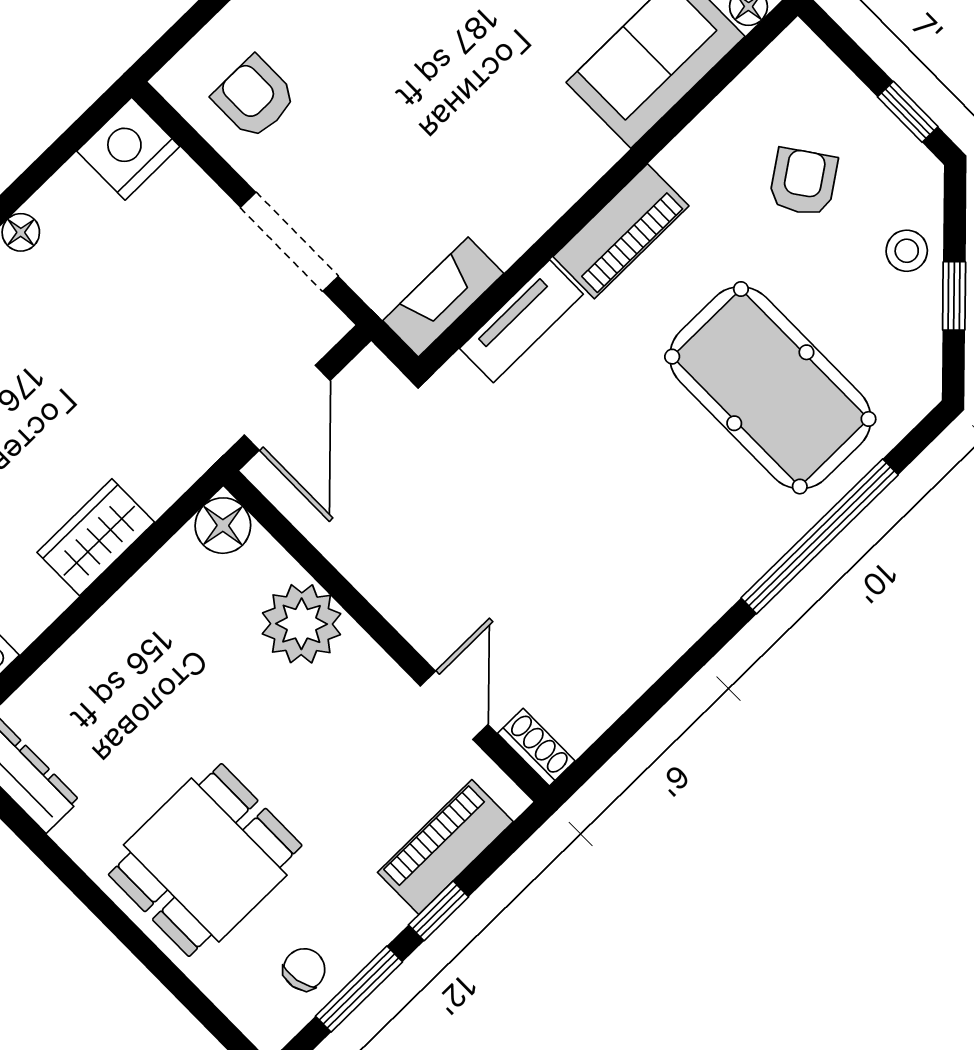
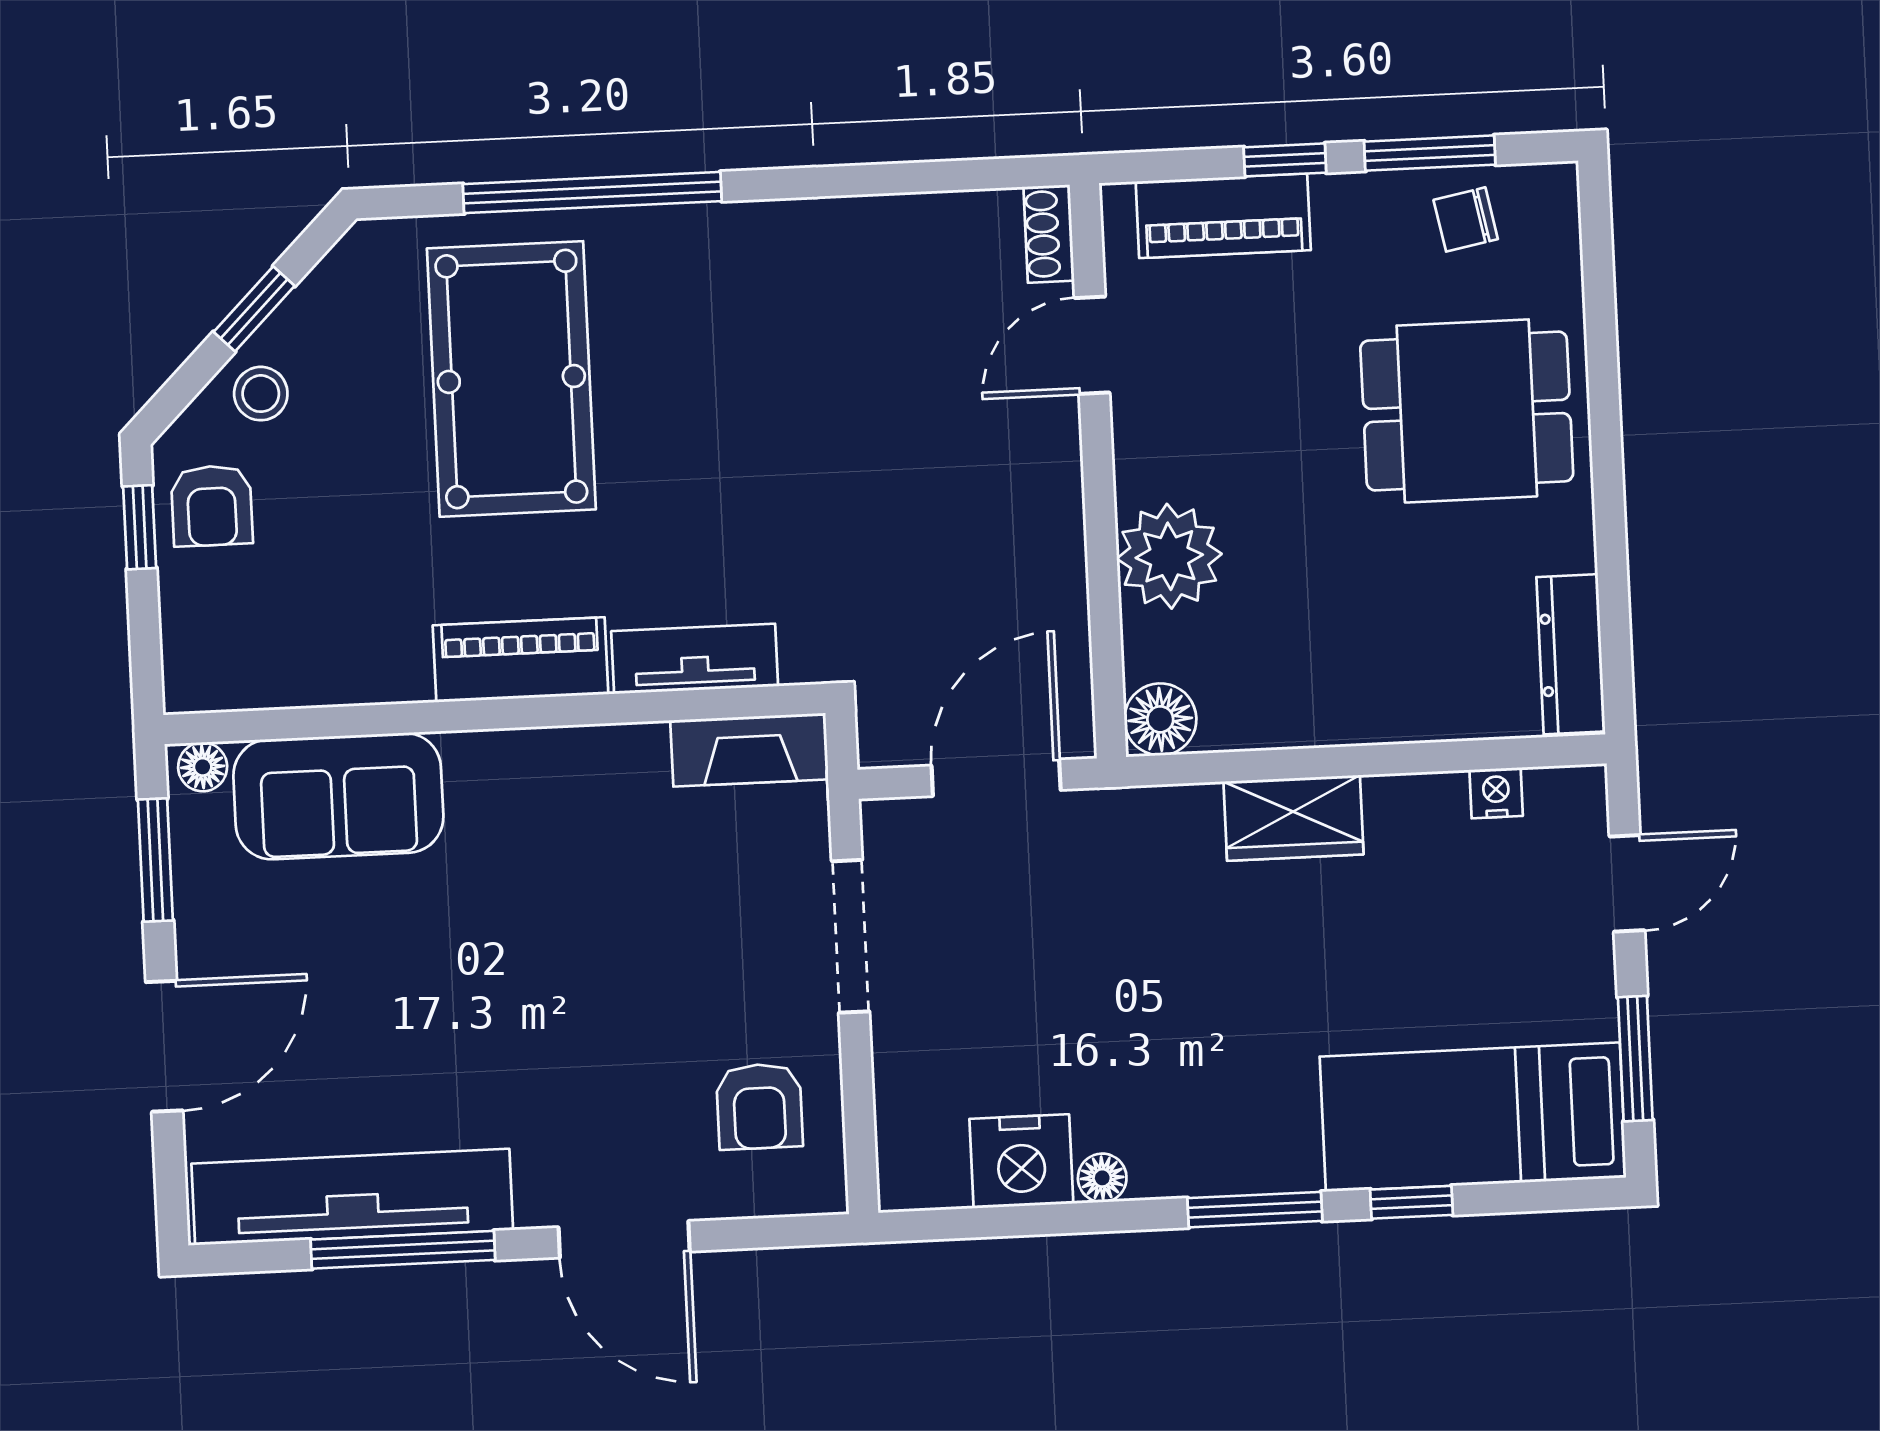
nightstand: (128, 149) -> (1021, 1161), moved
armchair: (803, 182) -> (212, 506), moved, turned -55

